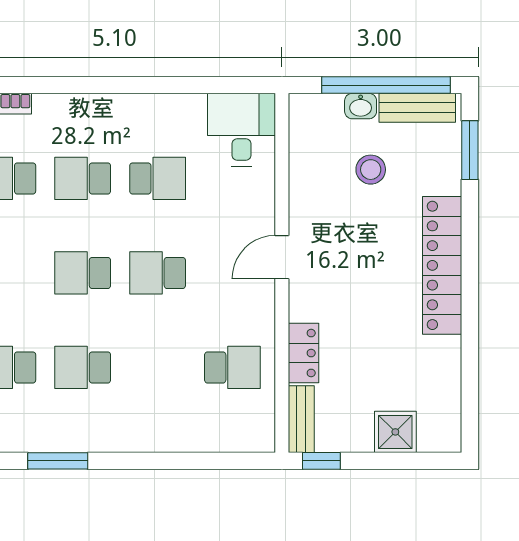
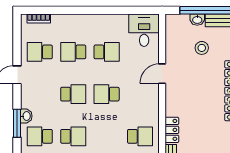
door: (282, 257) -> (162, 74), moved
school desk: (83, 273) -> (73, 94), turned 180
school desk: (83, 367) -> (73, 136), turned 180

